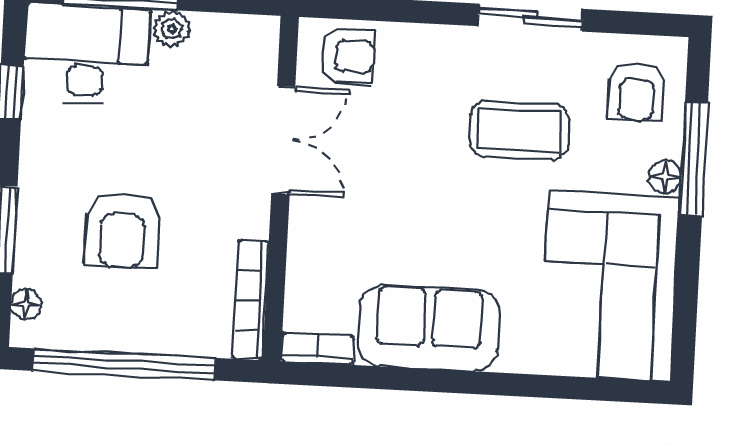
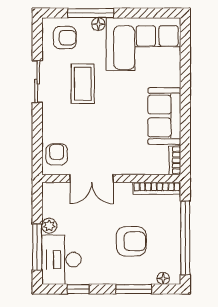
double door: (283, 140) -> (92, 178), swing flipped

